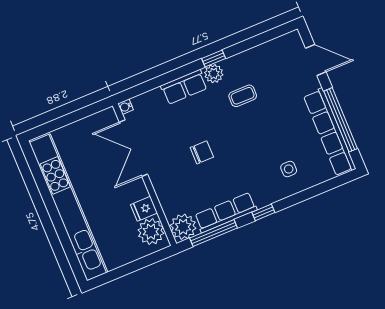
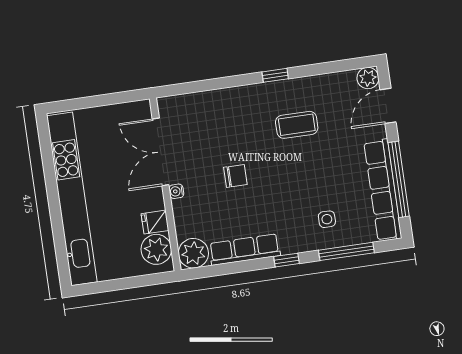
door: (316, 60) -> (388, 106), swing flipped
plant: (214, 74) -> (368, 78), moved
row of seats: (184, 87) -> (234, 98), removed
coffee table: (243, 96) -> (297, 125), width x1.36, depth x1.30
water cooler: (126, 107) -> (176, 191), moved
window: (214, 233) -> (346, 251), moved

